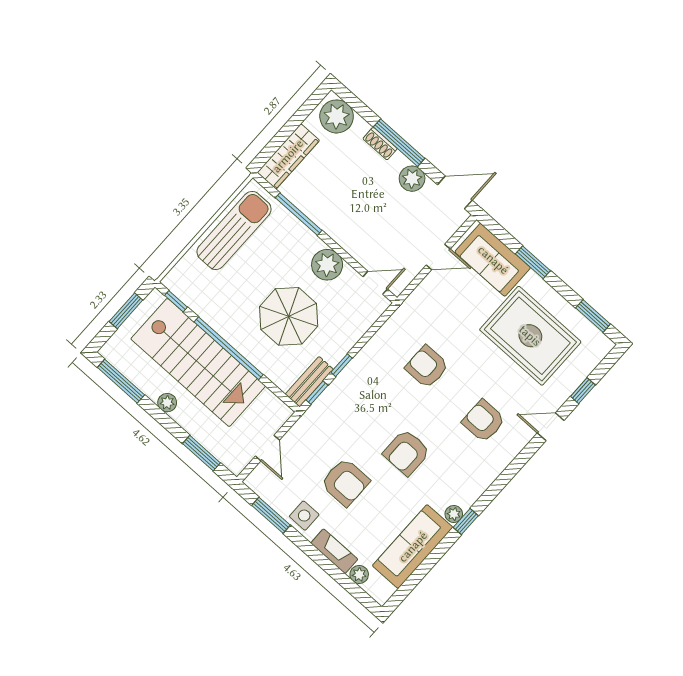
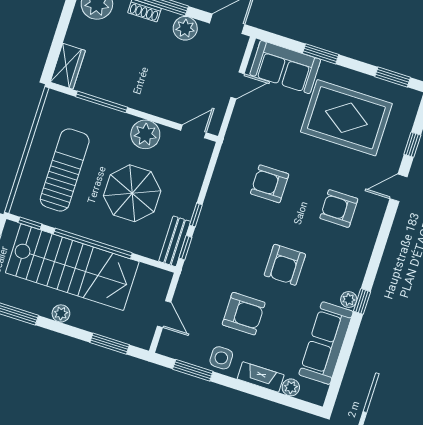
wardrobe: (288, 156) -> (68, 66), width x0.67
sun lounger: (234, 230) -> (65, 170), moved

